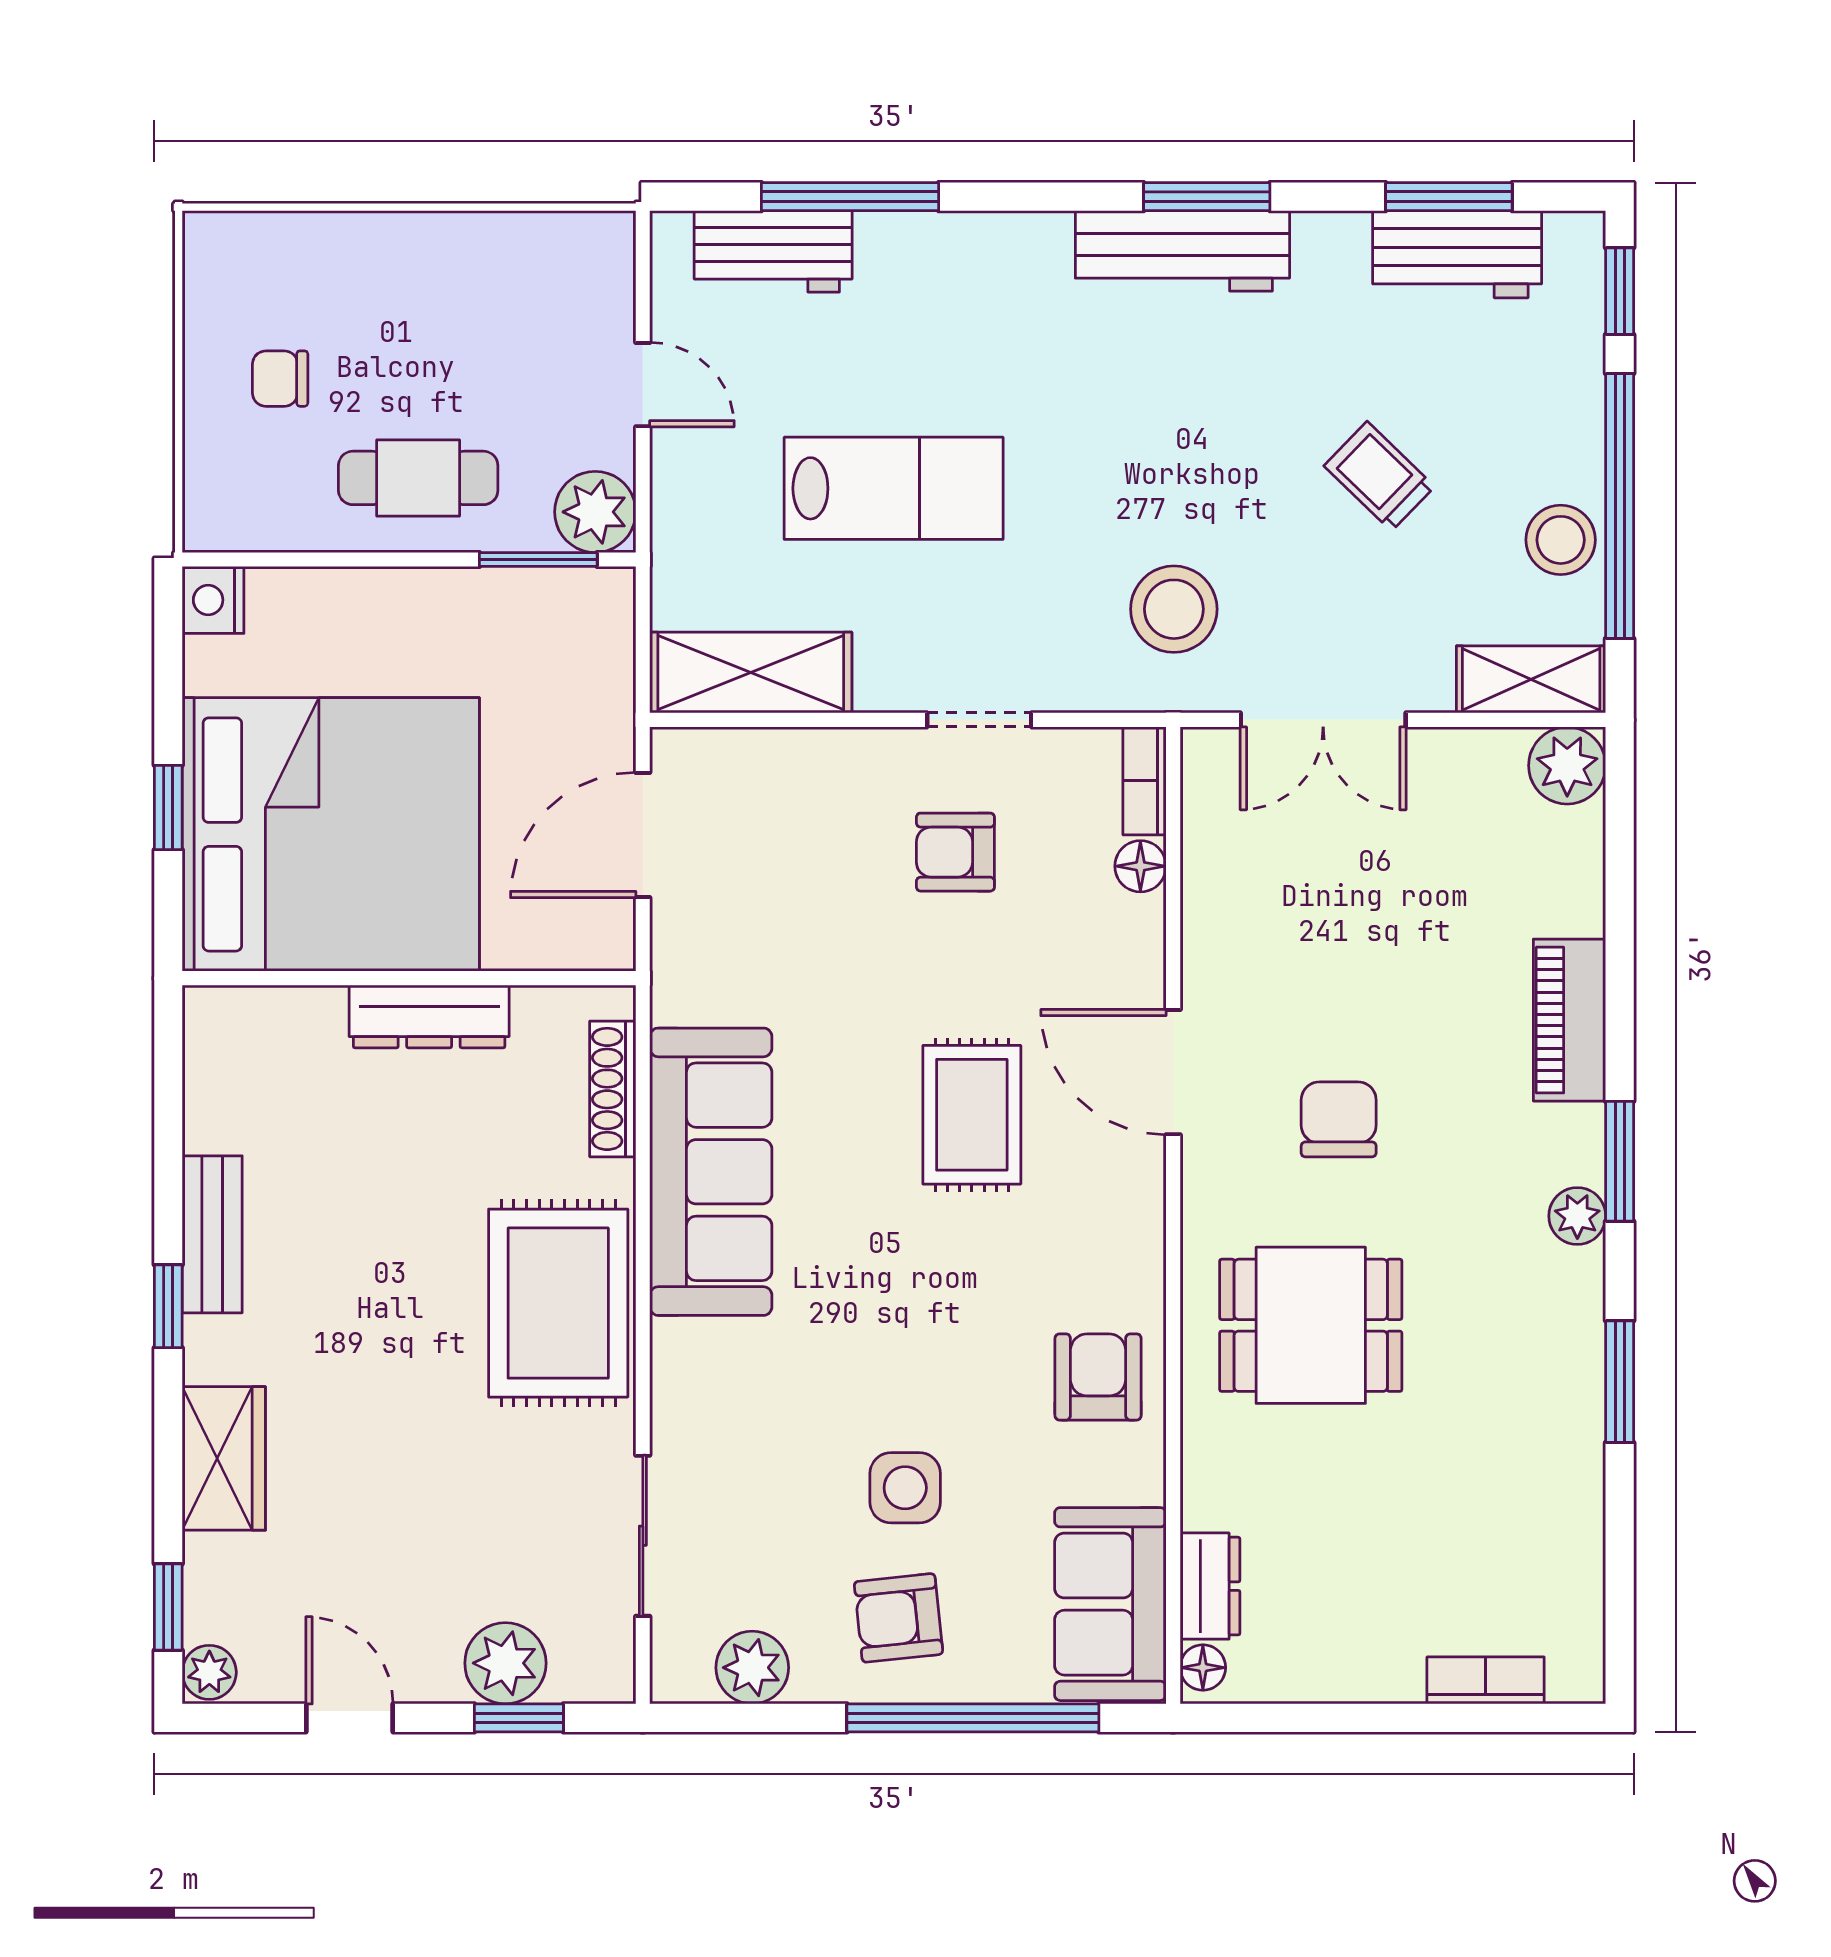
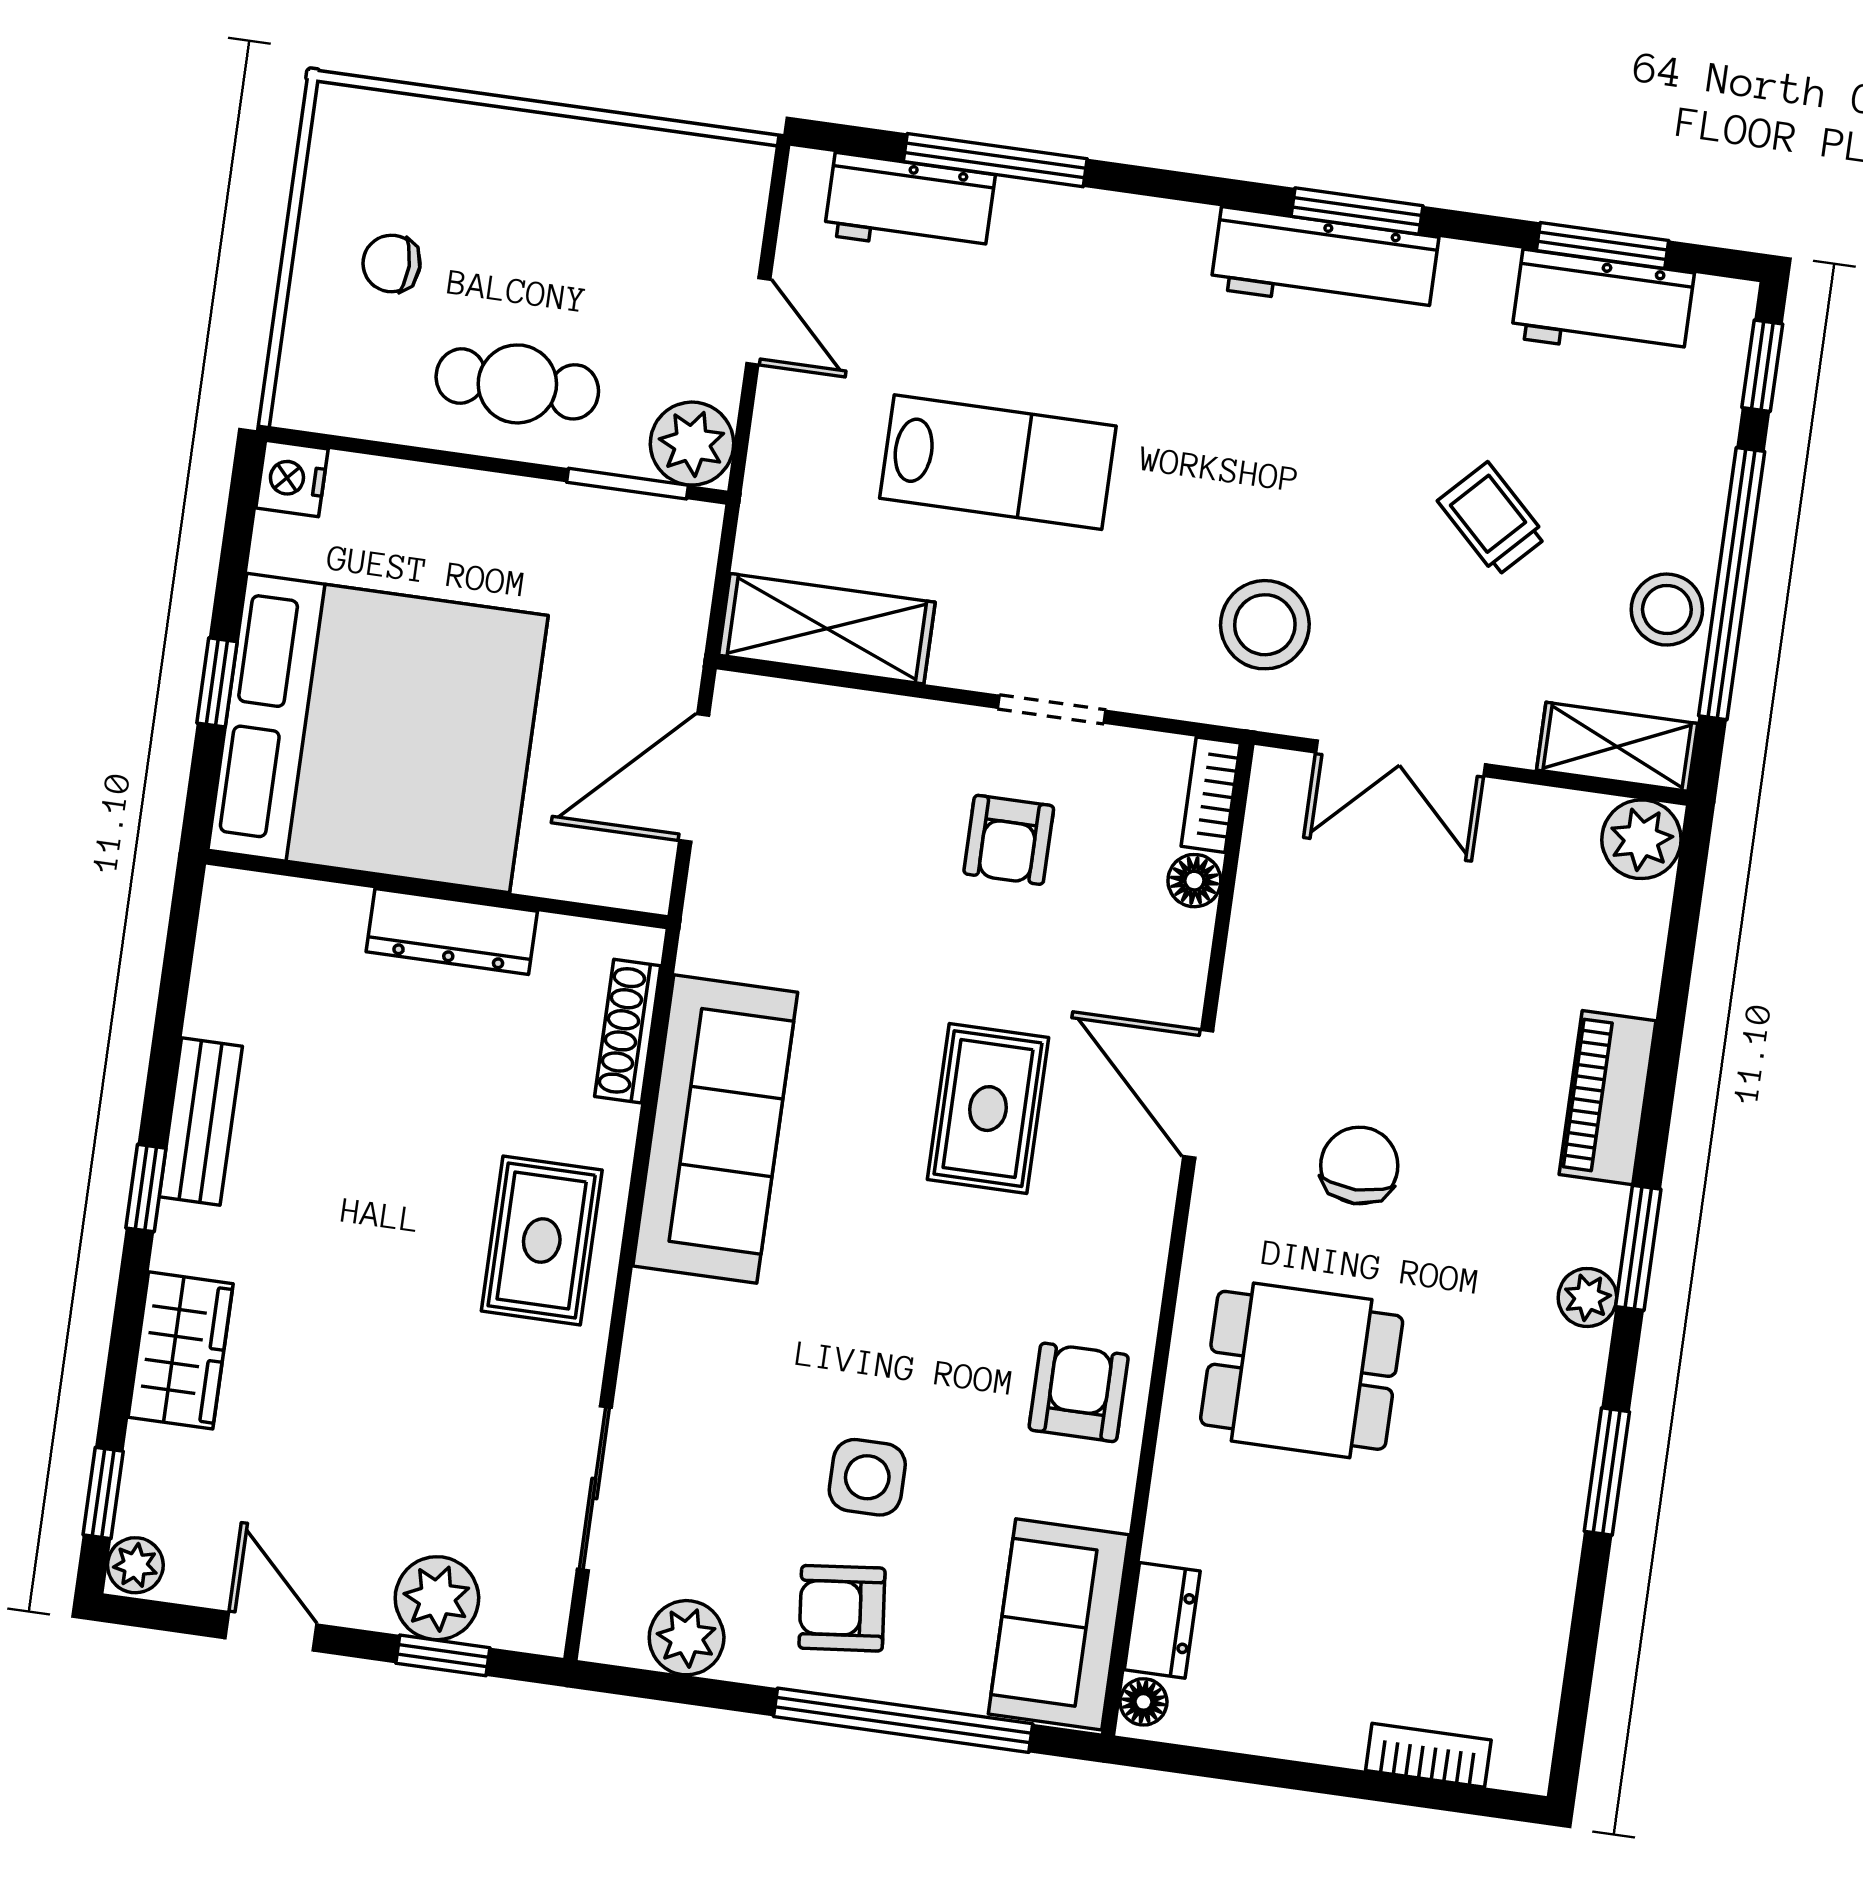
armchair: (955, 852) -> (1009, 840), turned -90
rug: (558, 1303) -> (542, 1241), width x0.73, depth x0.70

